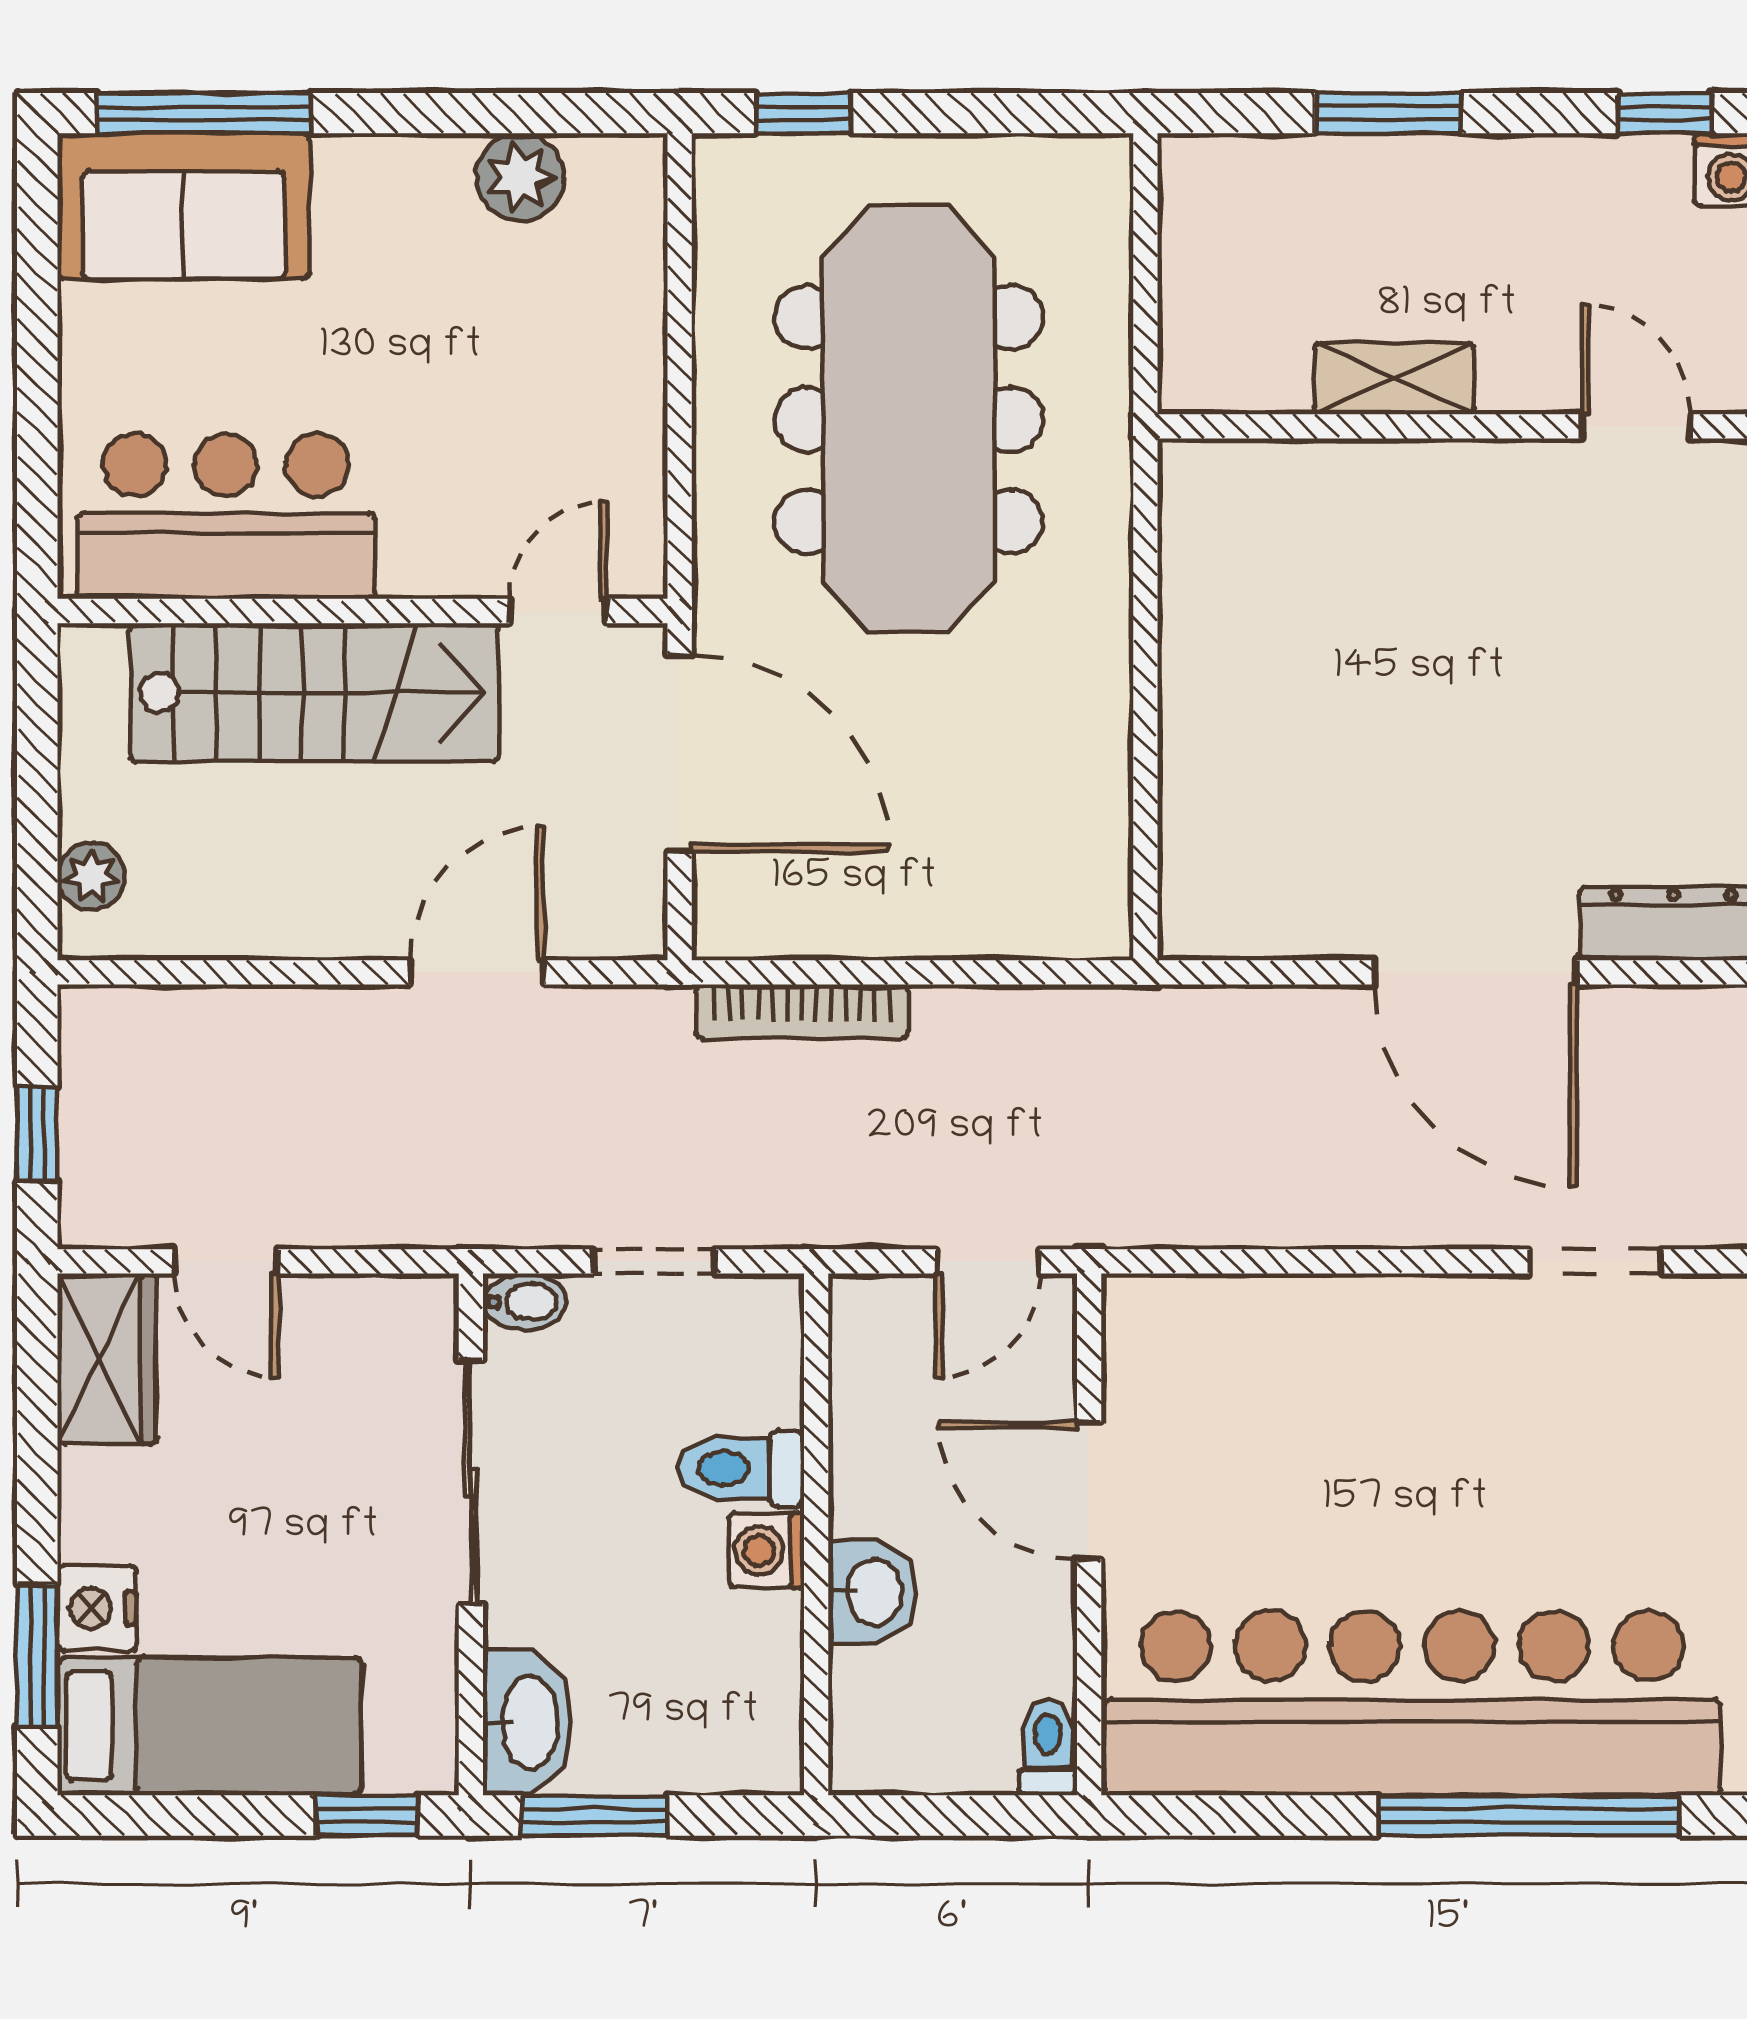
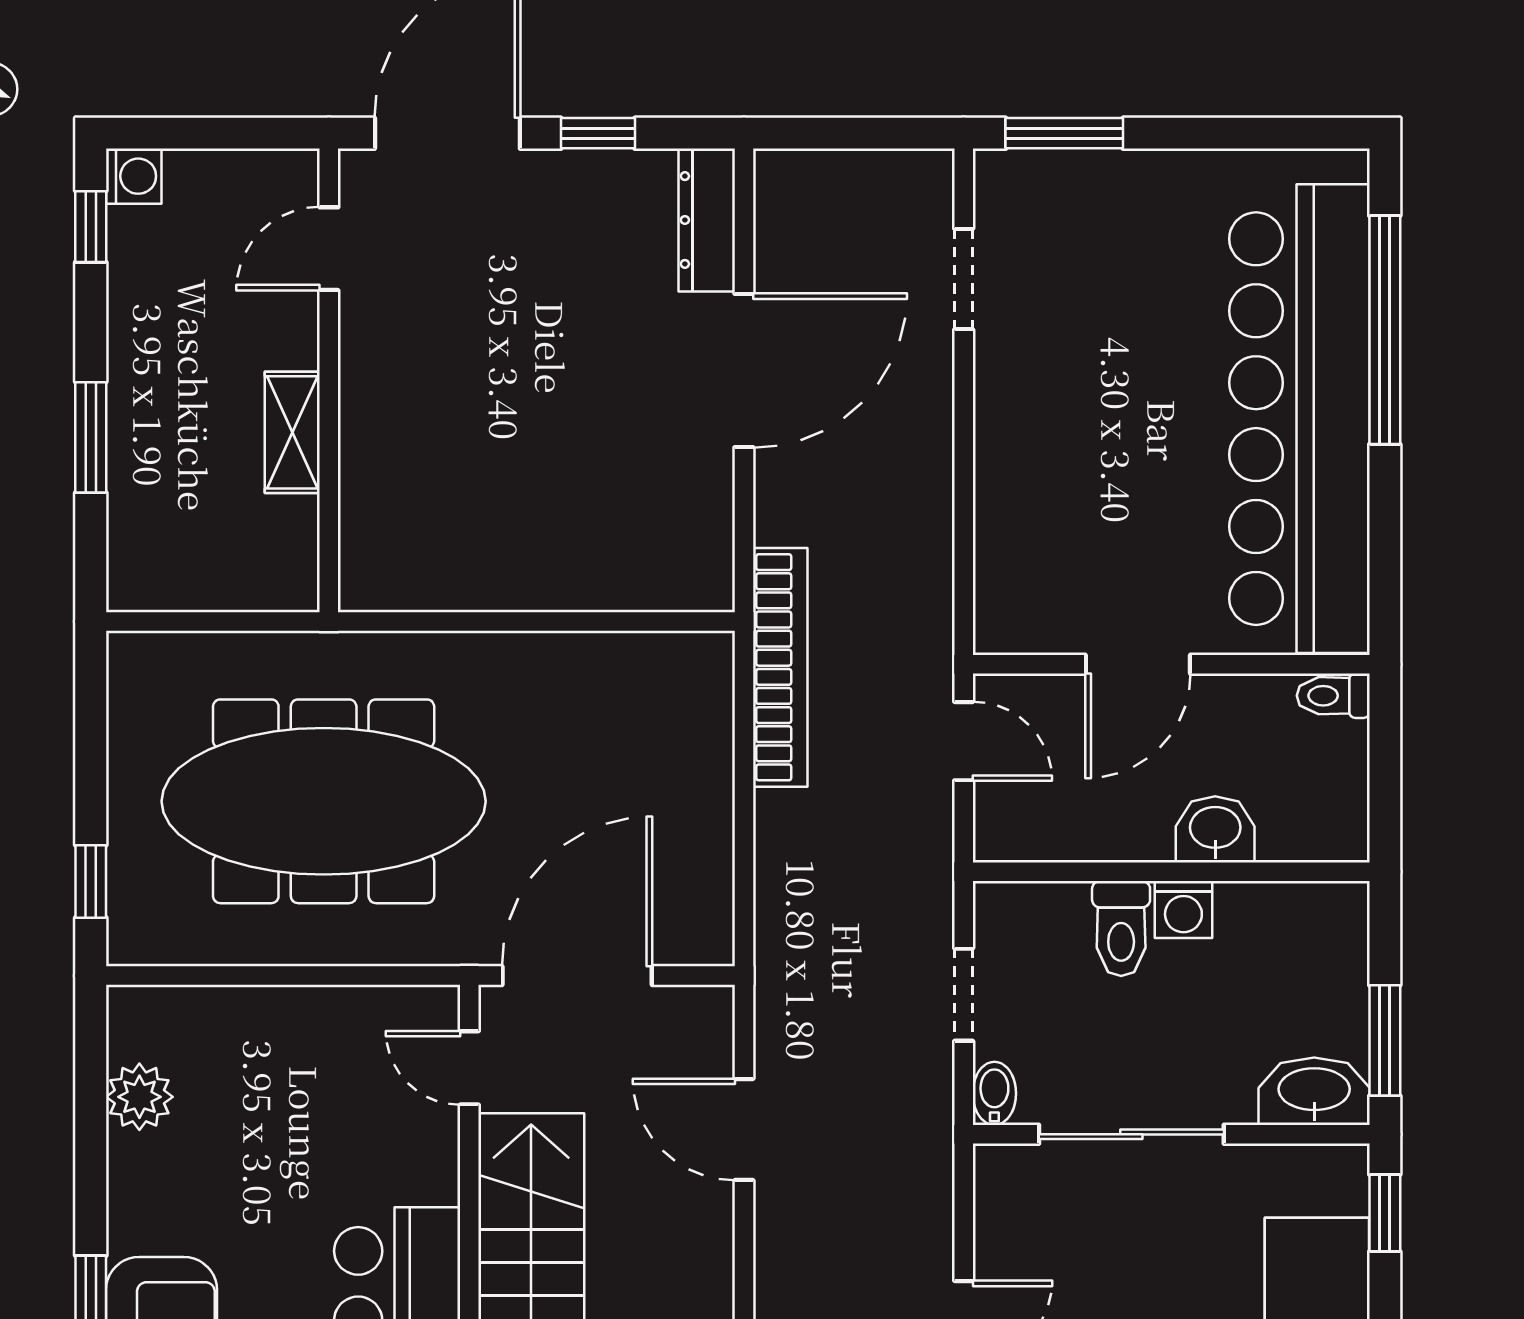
bookcase: (802, 1012) -> (780, 667), moved, width x1.48, depth x1.31

